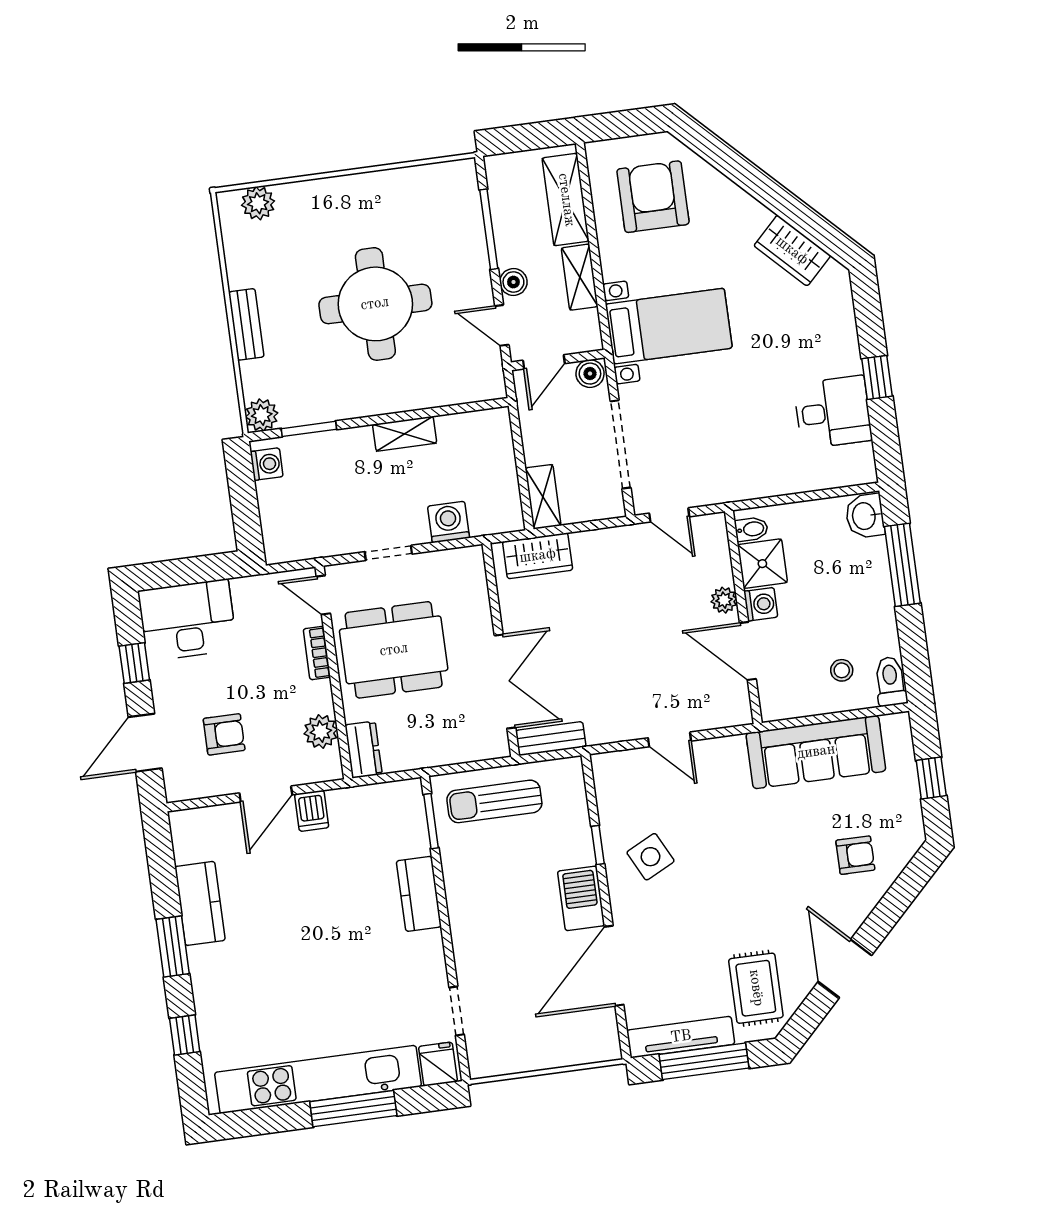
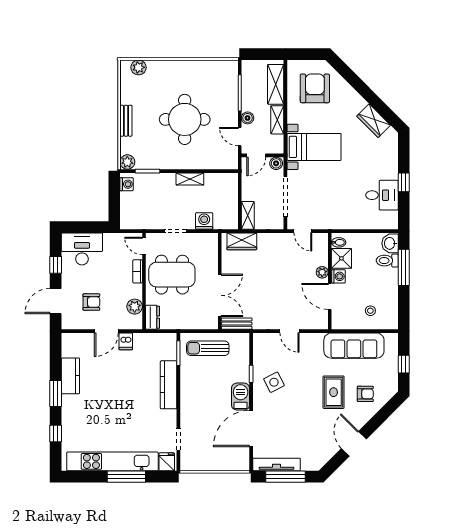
toilet: (891, 681) -> (387, 261), moved, turned -90
kitchen counter: (419, 894) -> (169, 385), width x1.50
rug: (756, 988) -> (334, 392), moved

